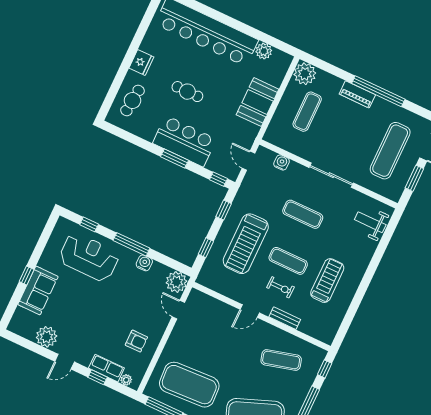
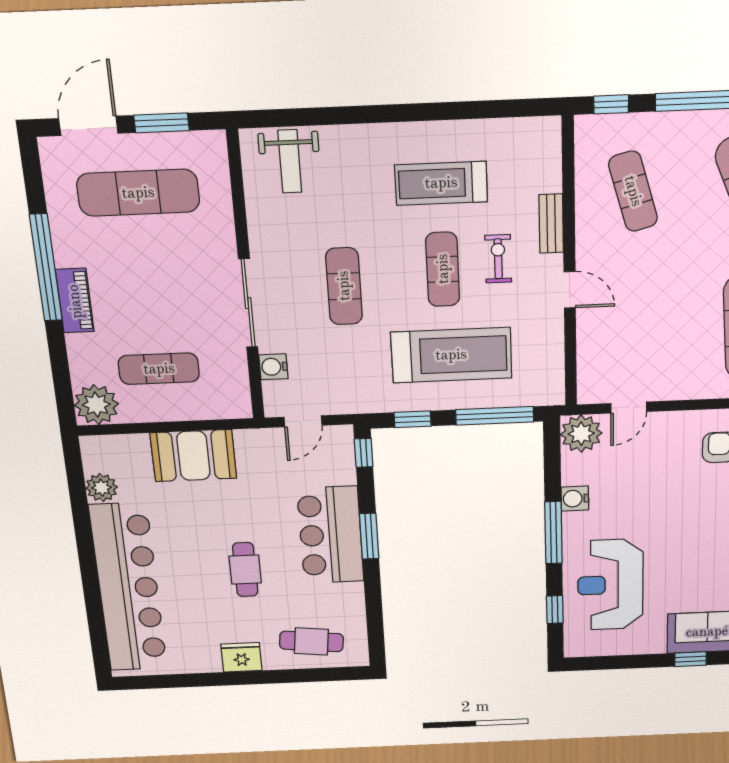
sliding door: (331, 175) -> (248, 303), moved
window: (206, 248) -> (495, 416), width x2.17

